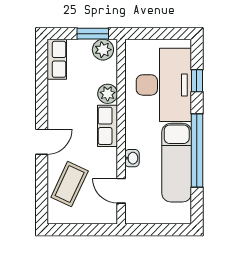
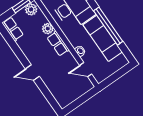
door: (42, 142) -> (32, 73), swing flipped
coffee table: (70, 184) -> (59, 83), removed

